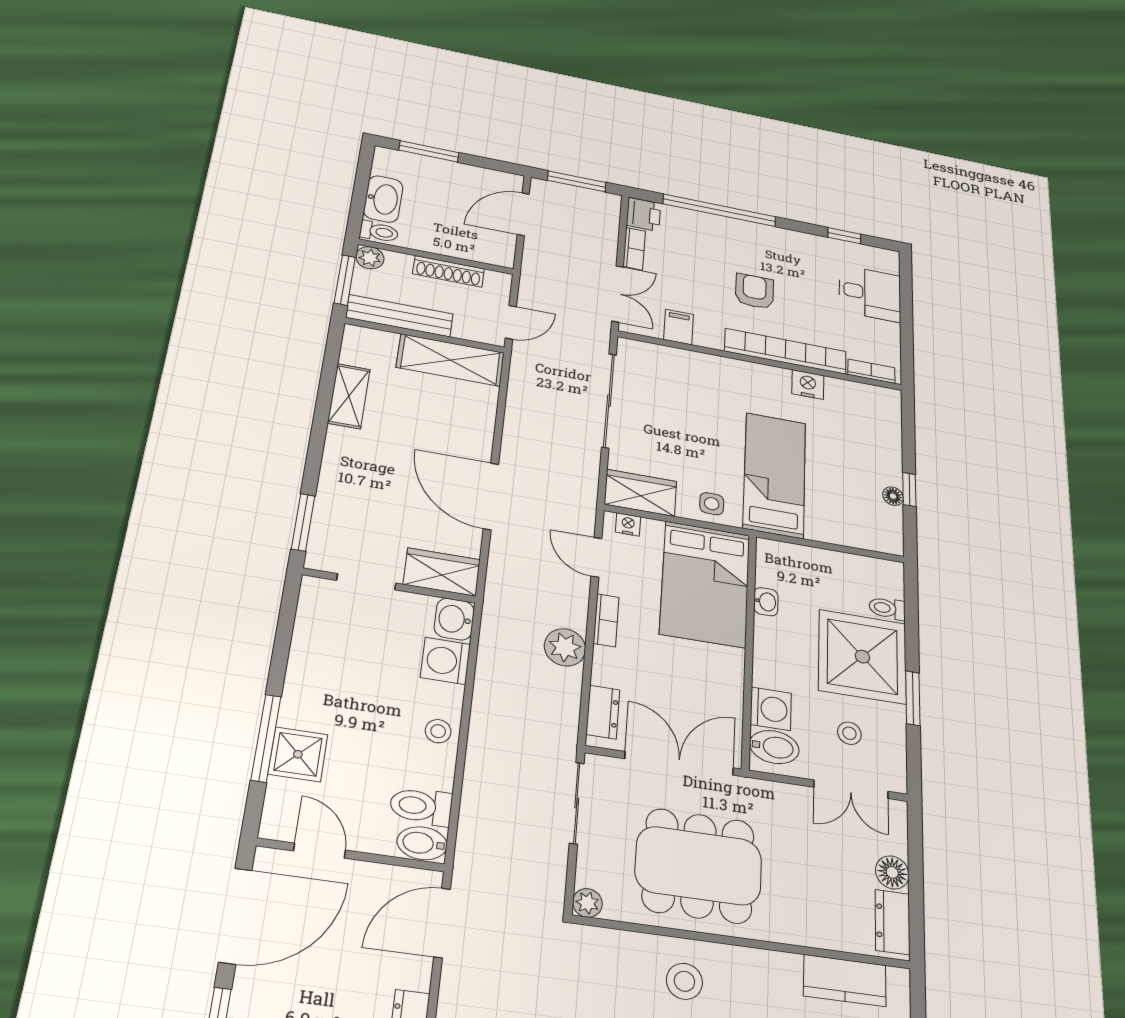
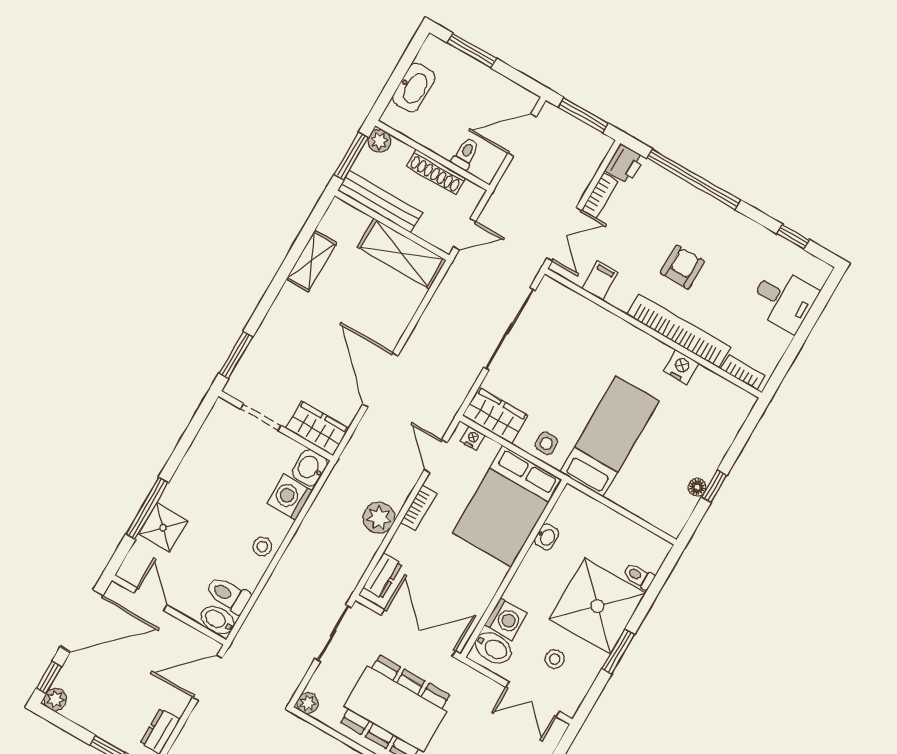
toilet: (379, 232) -> (466, 154), moved, turned -90

